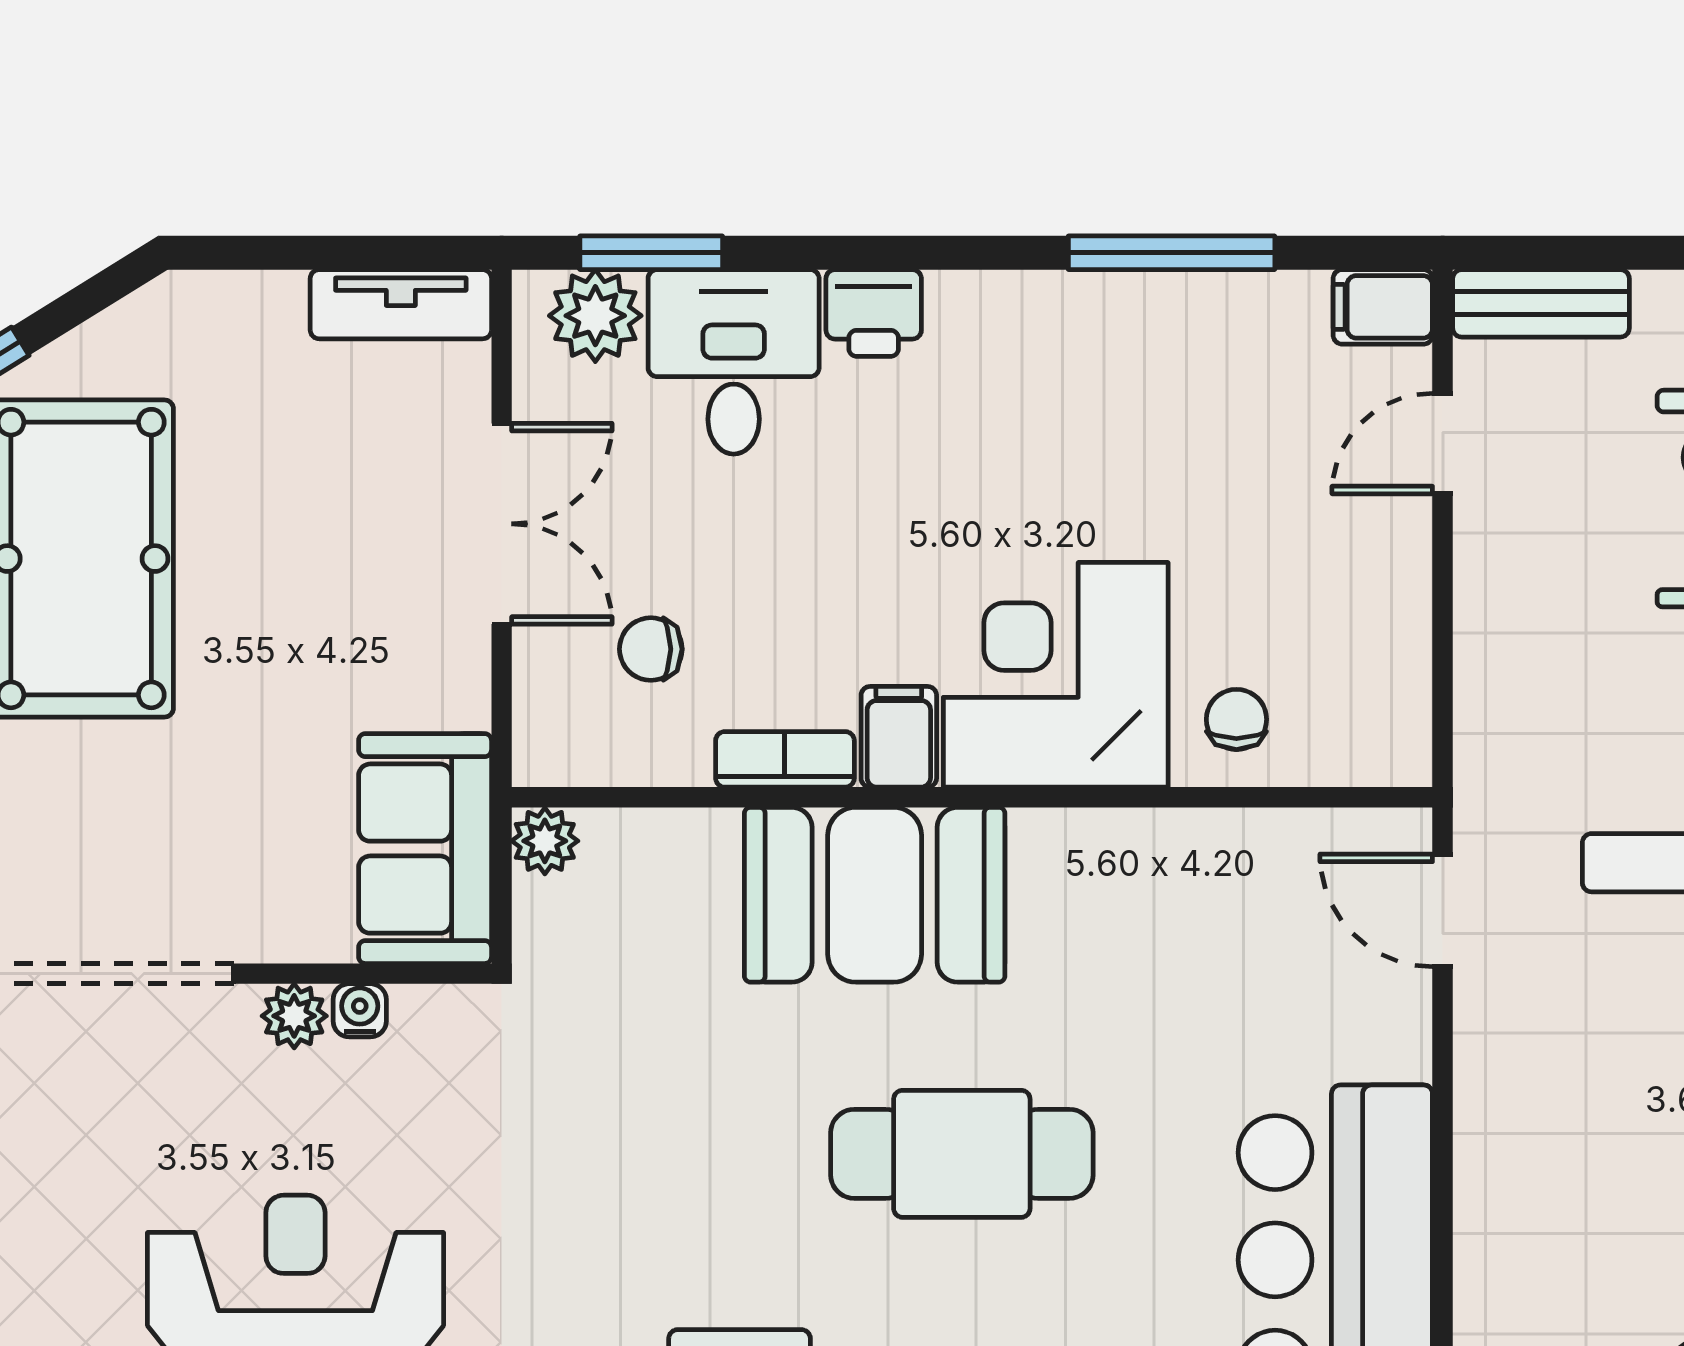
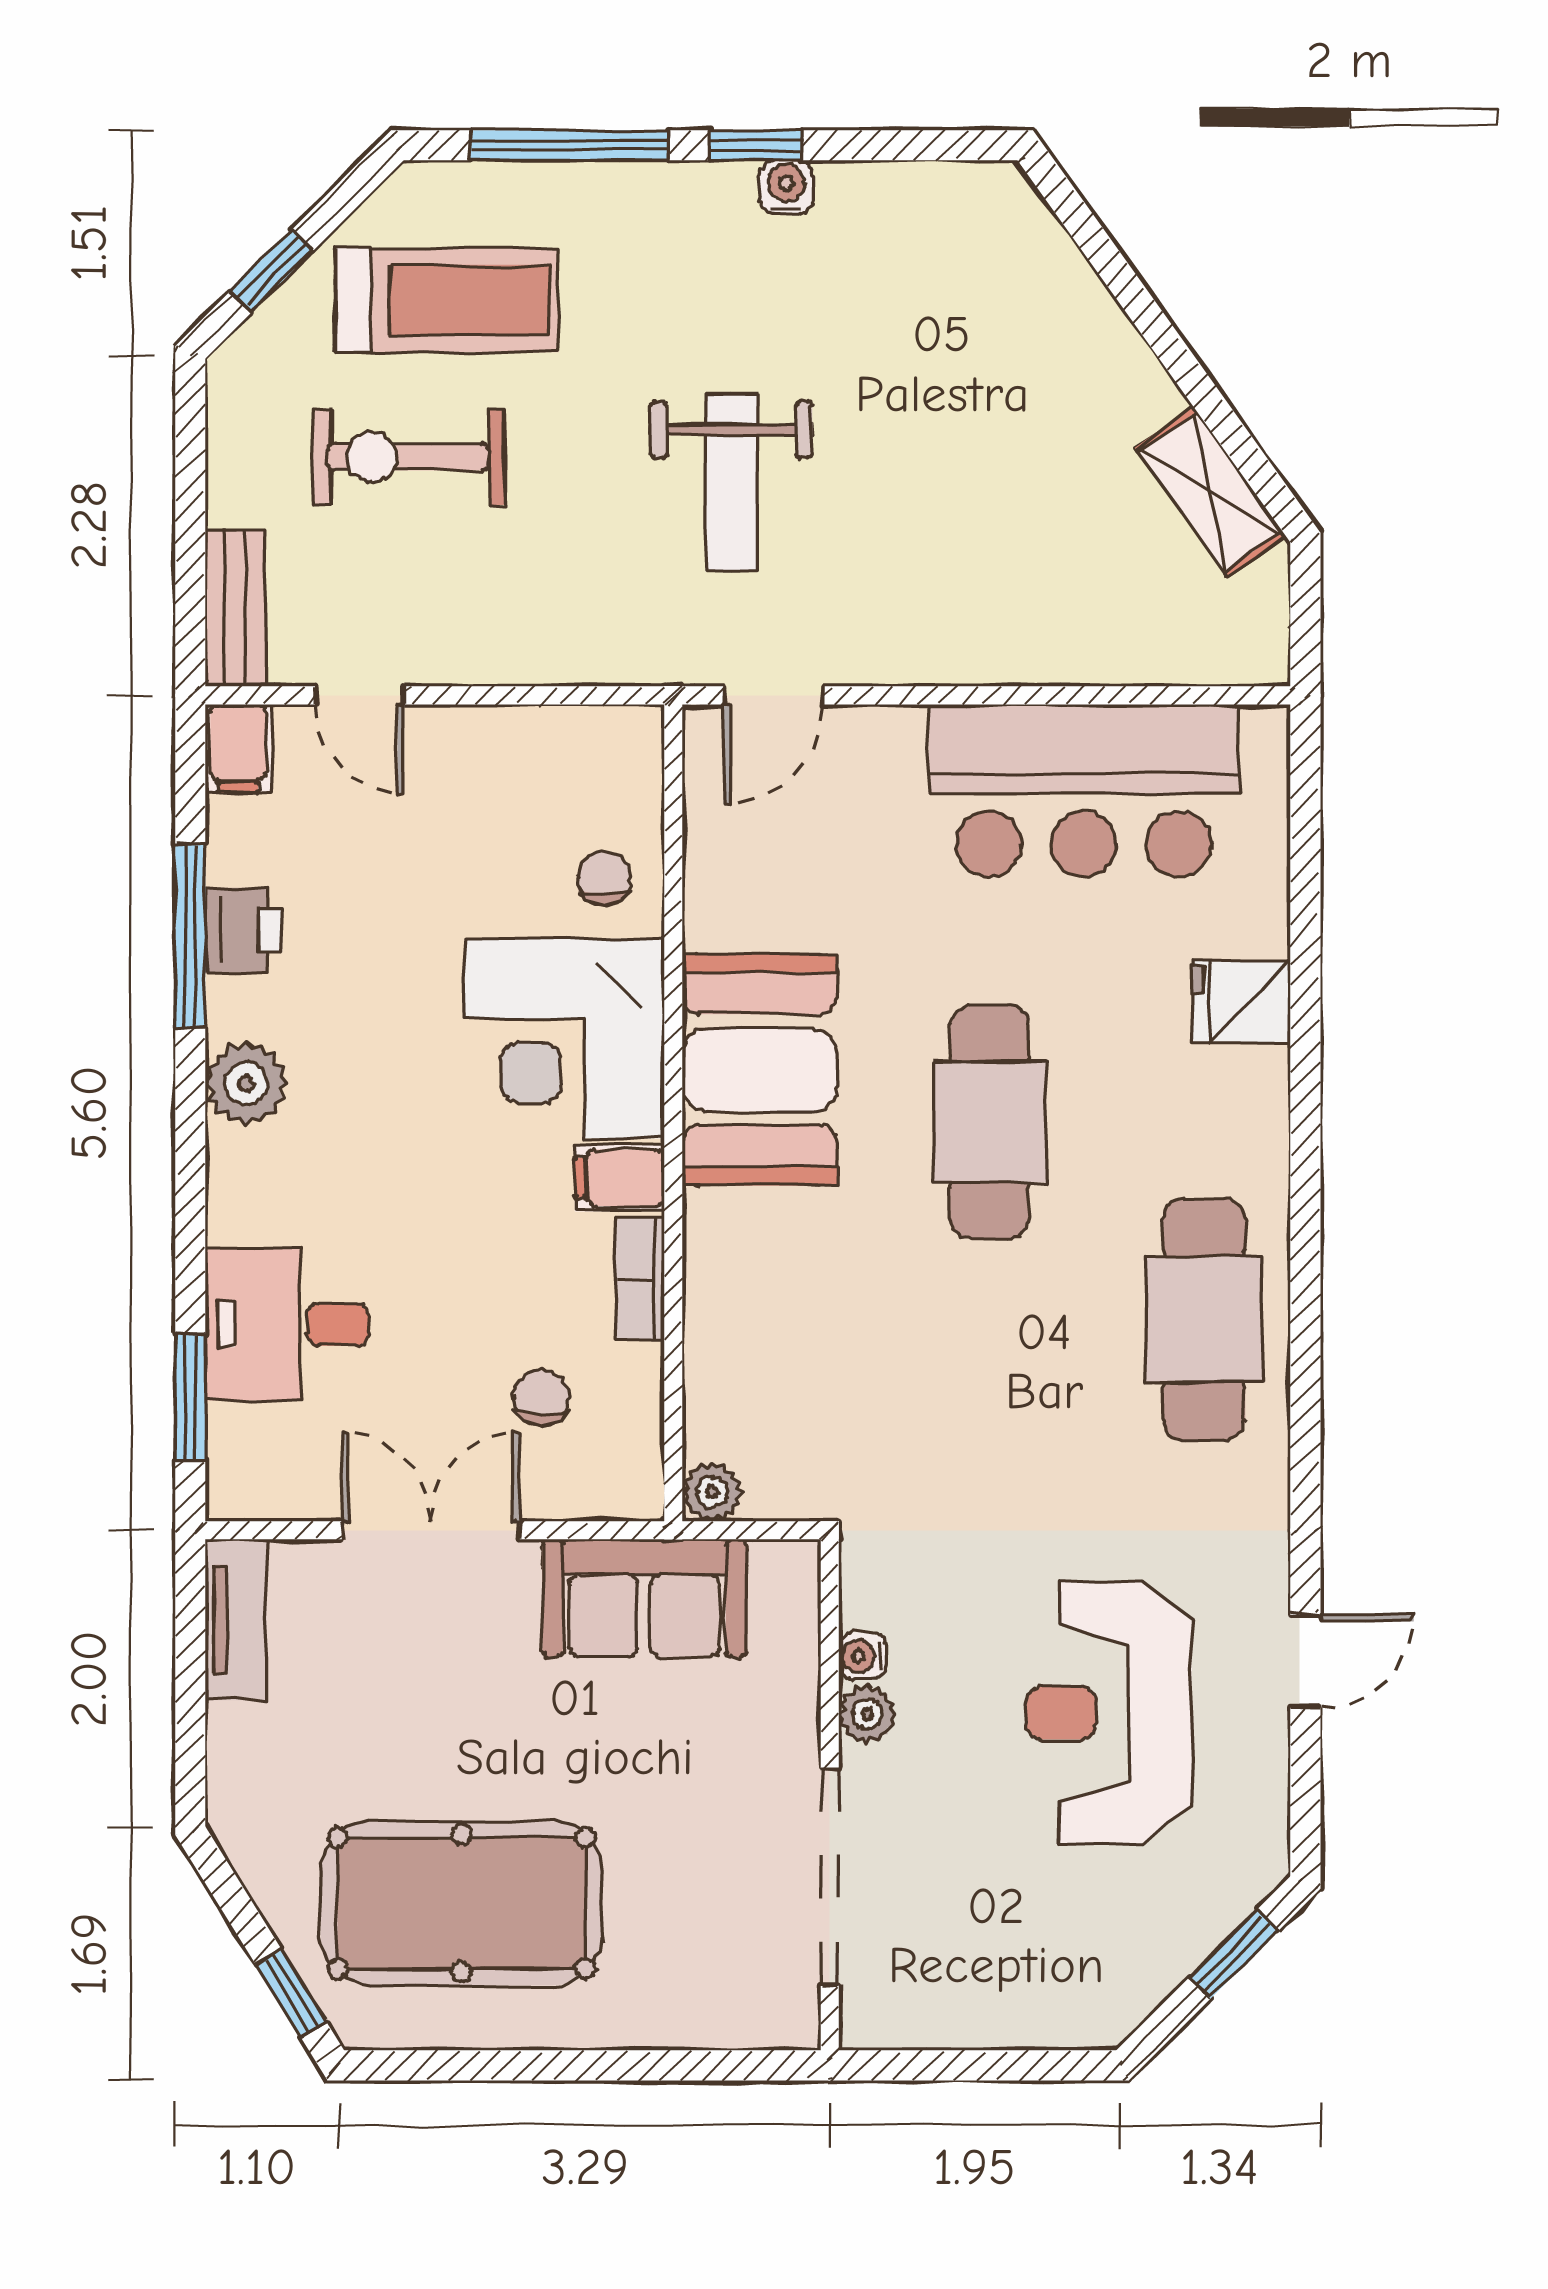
printer: (874, 313) -> (244, 930), moved
plant: (595, 316) -> (246, 1083), moved
chair: (651, 649) -> (542, 1398), turned 180
chair: (1236, 719) -> (604, 878), turned 91
sofa: (425, 849) -> (644, 1598), moved
booth: (875, 895) -> (760, 1070), moved

